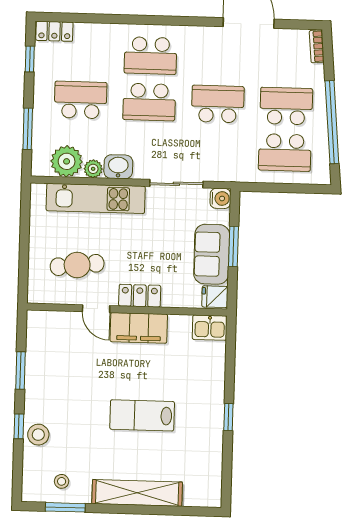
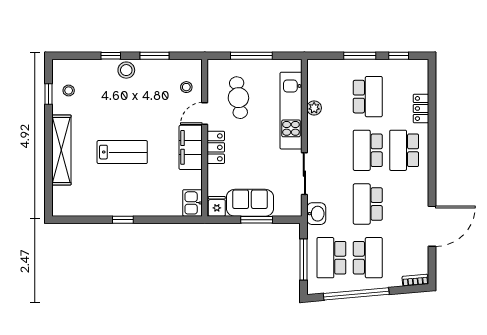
locker: (54, 31) -> (421, 109), moved
school desk: (218, 104) -> (368, 204), turned 180
window: (28, 129) -> (360, 56), moved
plant: (67, 161) -> (319, 87), removed
washbasin: (118, 167) -> (316, 214), moved
window: (286, 188) -> (304, 259), added
water cooler: (220, 198) -> (294, 208), removed
window: (24, 247) -> (251, 56), added
stool: (62, 331) -> (186, 87), added
lab bench: (142, 415) -> (122, 152), turned 90
stool: (38, 435) -> (126, 70), moved
window: (65, 507) -> (48, 94), width x0.67

